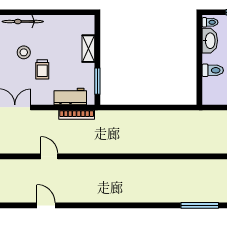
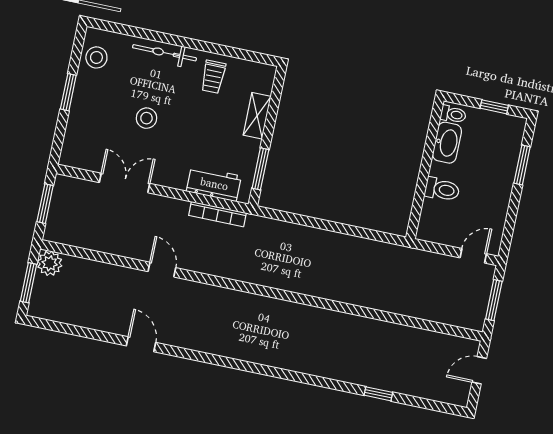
stool: (24, 52) -> (146, 118), moved
trolley: (42, 69) -> (213, 77), moved
window: (200, 205) -> (378, 394), width x0.46

